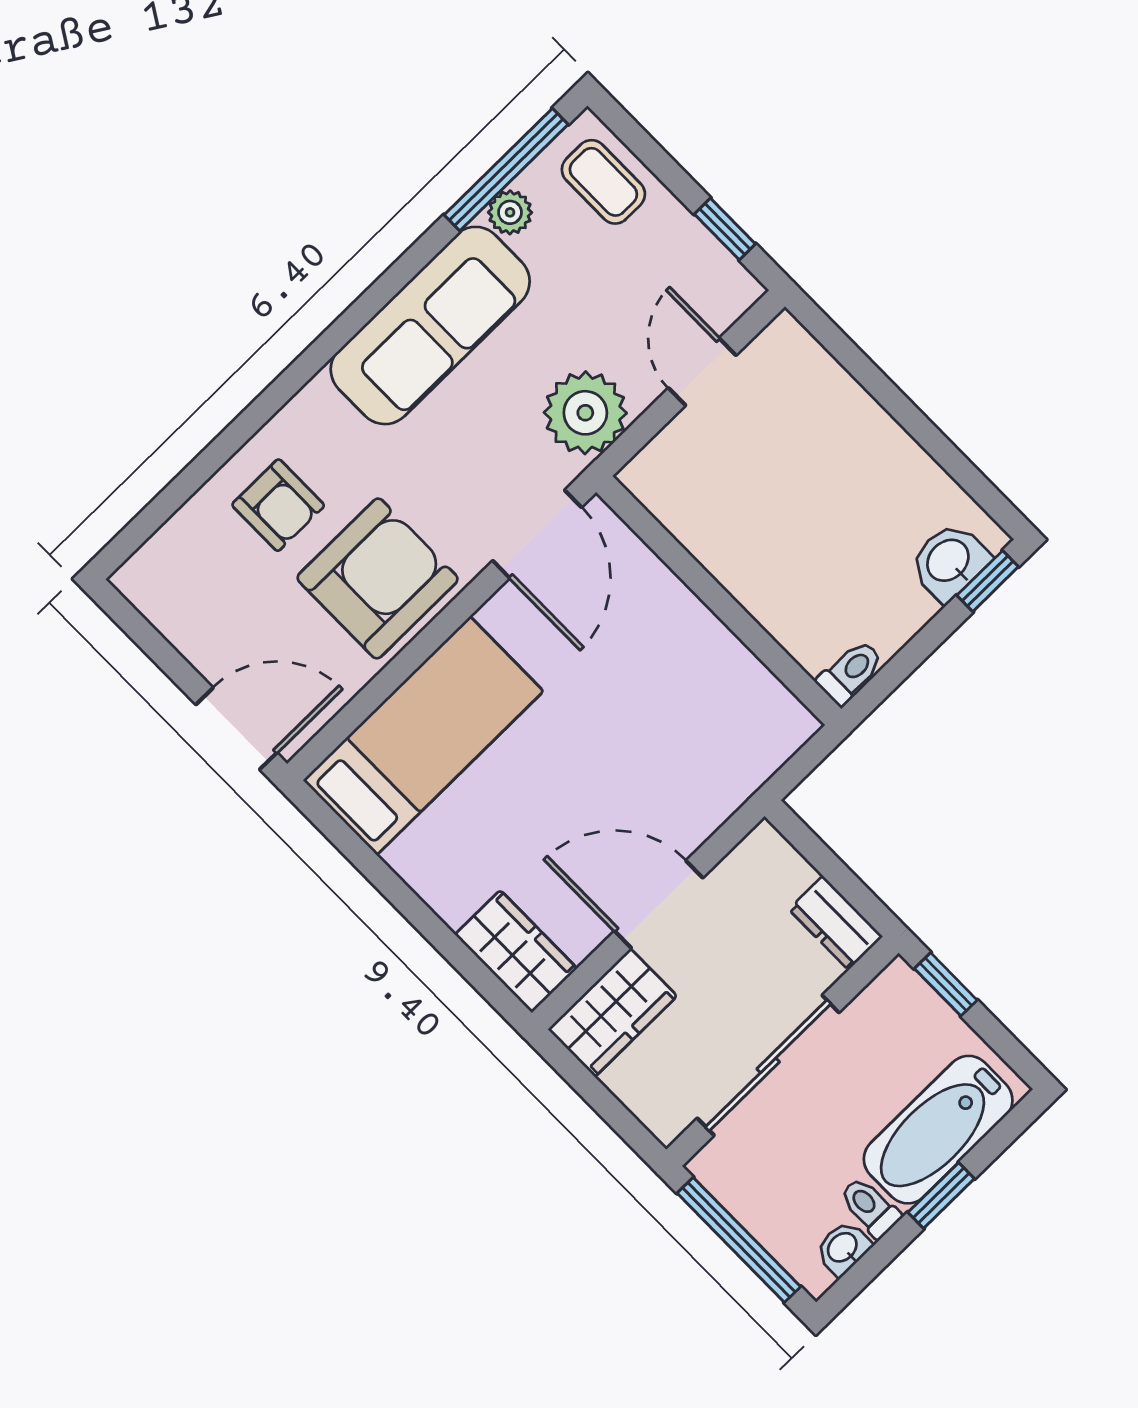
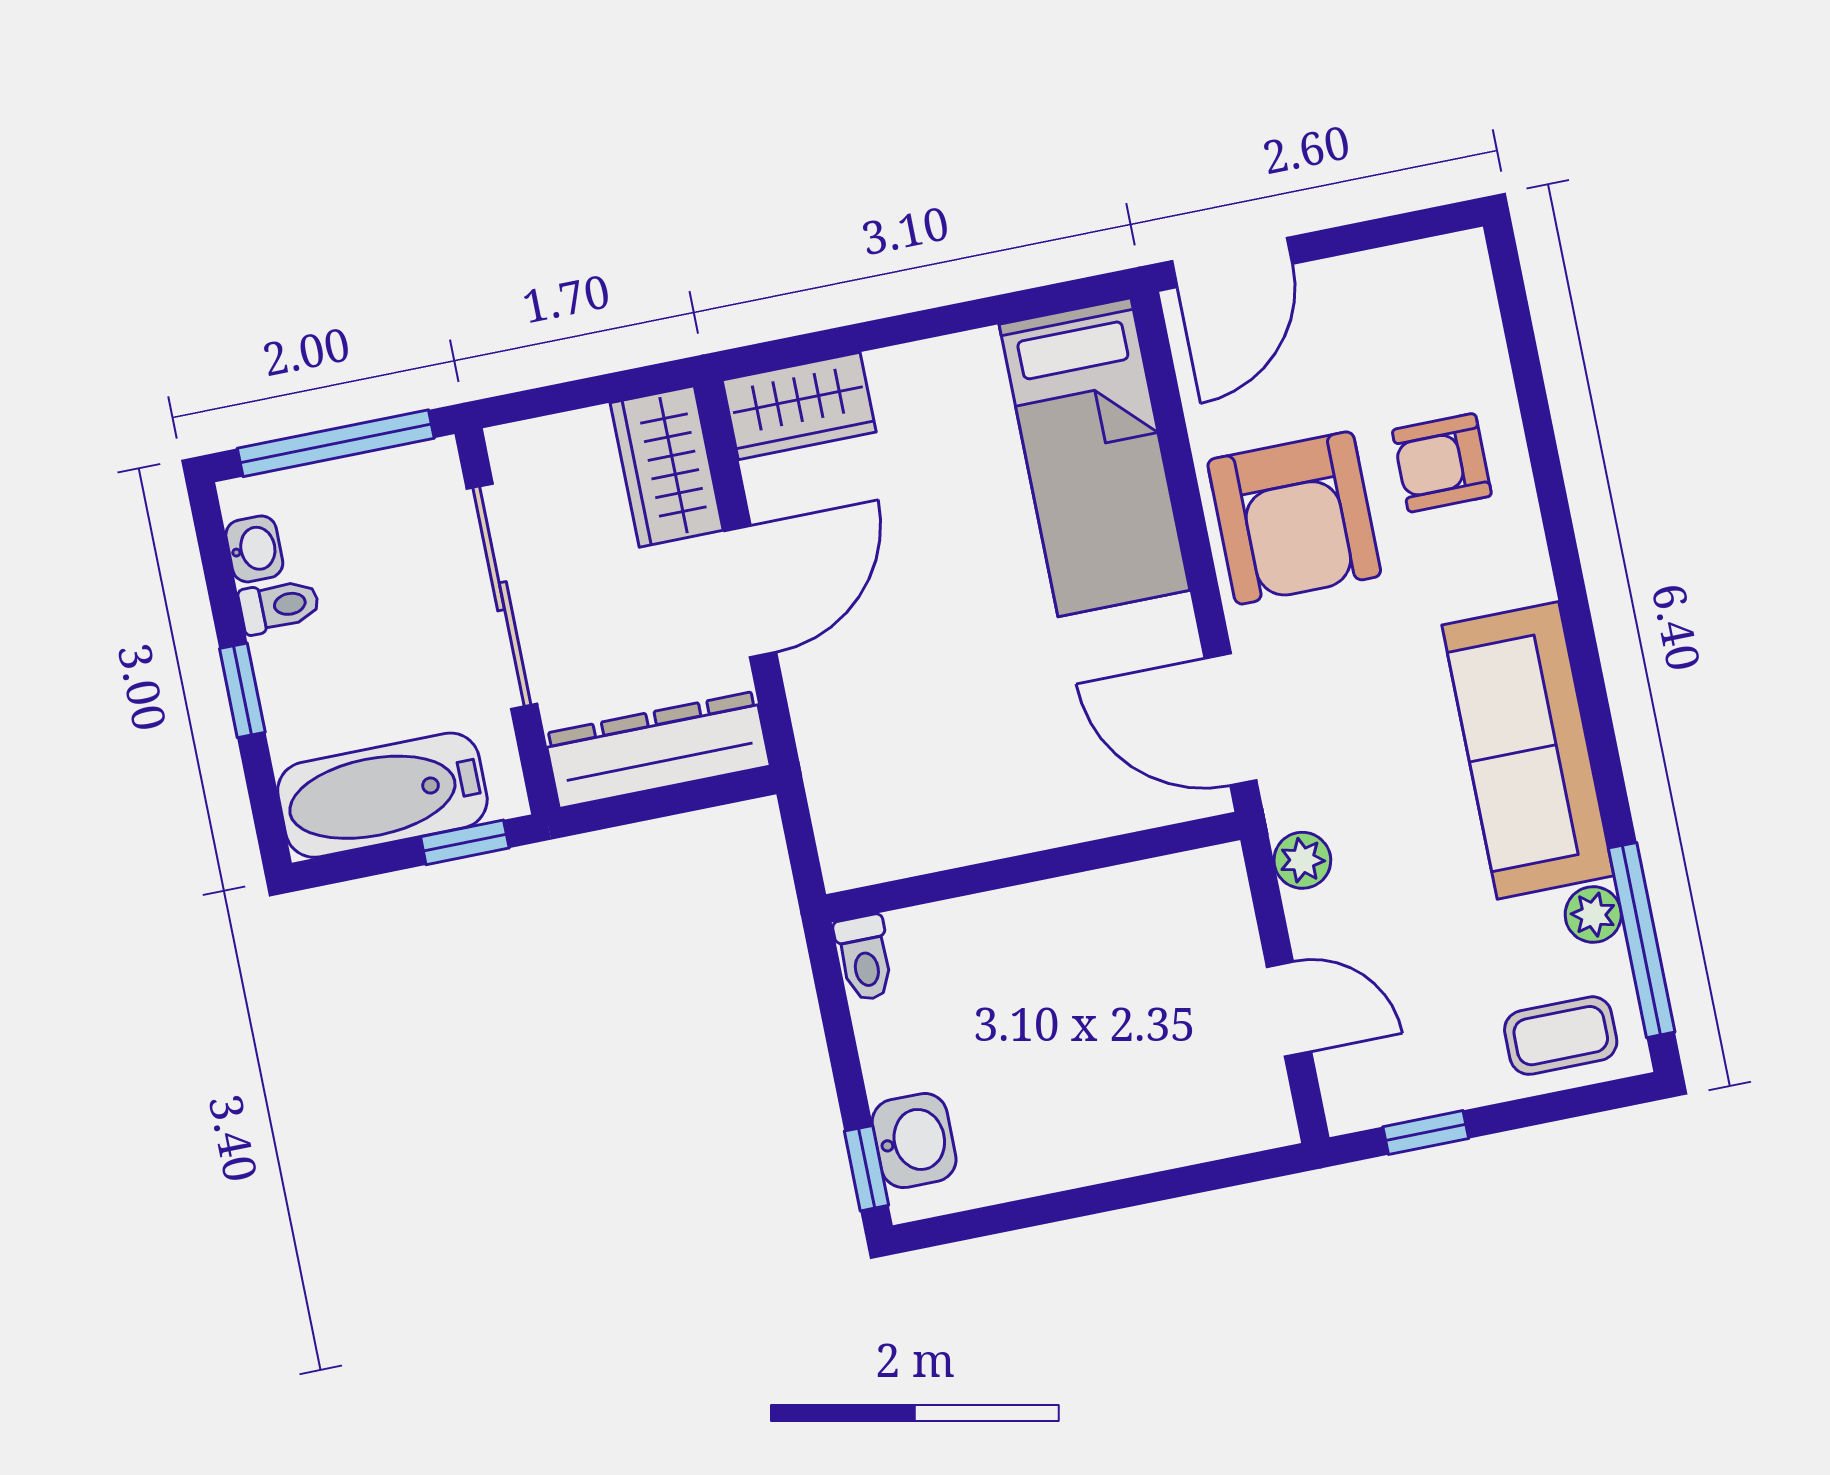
plant: (585, 413) -> (1302, 860), width x0.53, depth x0.53
dresser: (836, 923) -> (657, 750), width x1.96, depth x1.24
bathtub: (938, 1130) -> (382, 795), moved, turned -90

